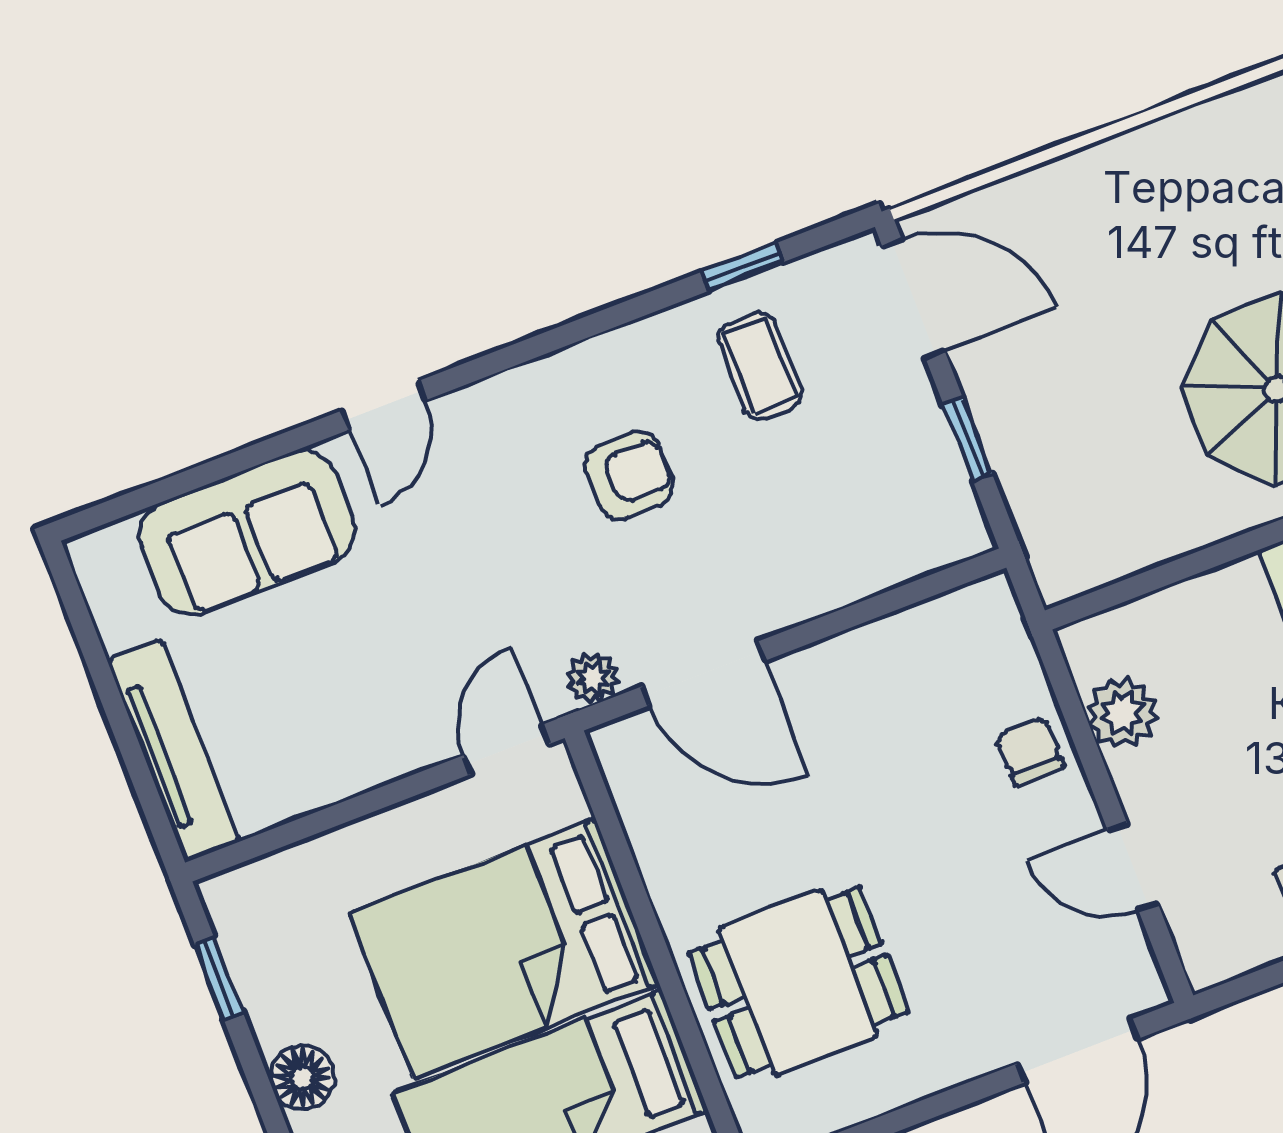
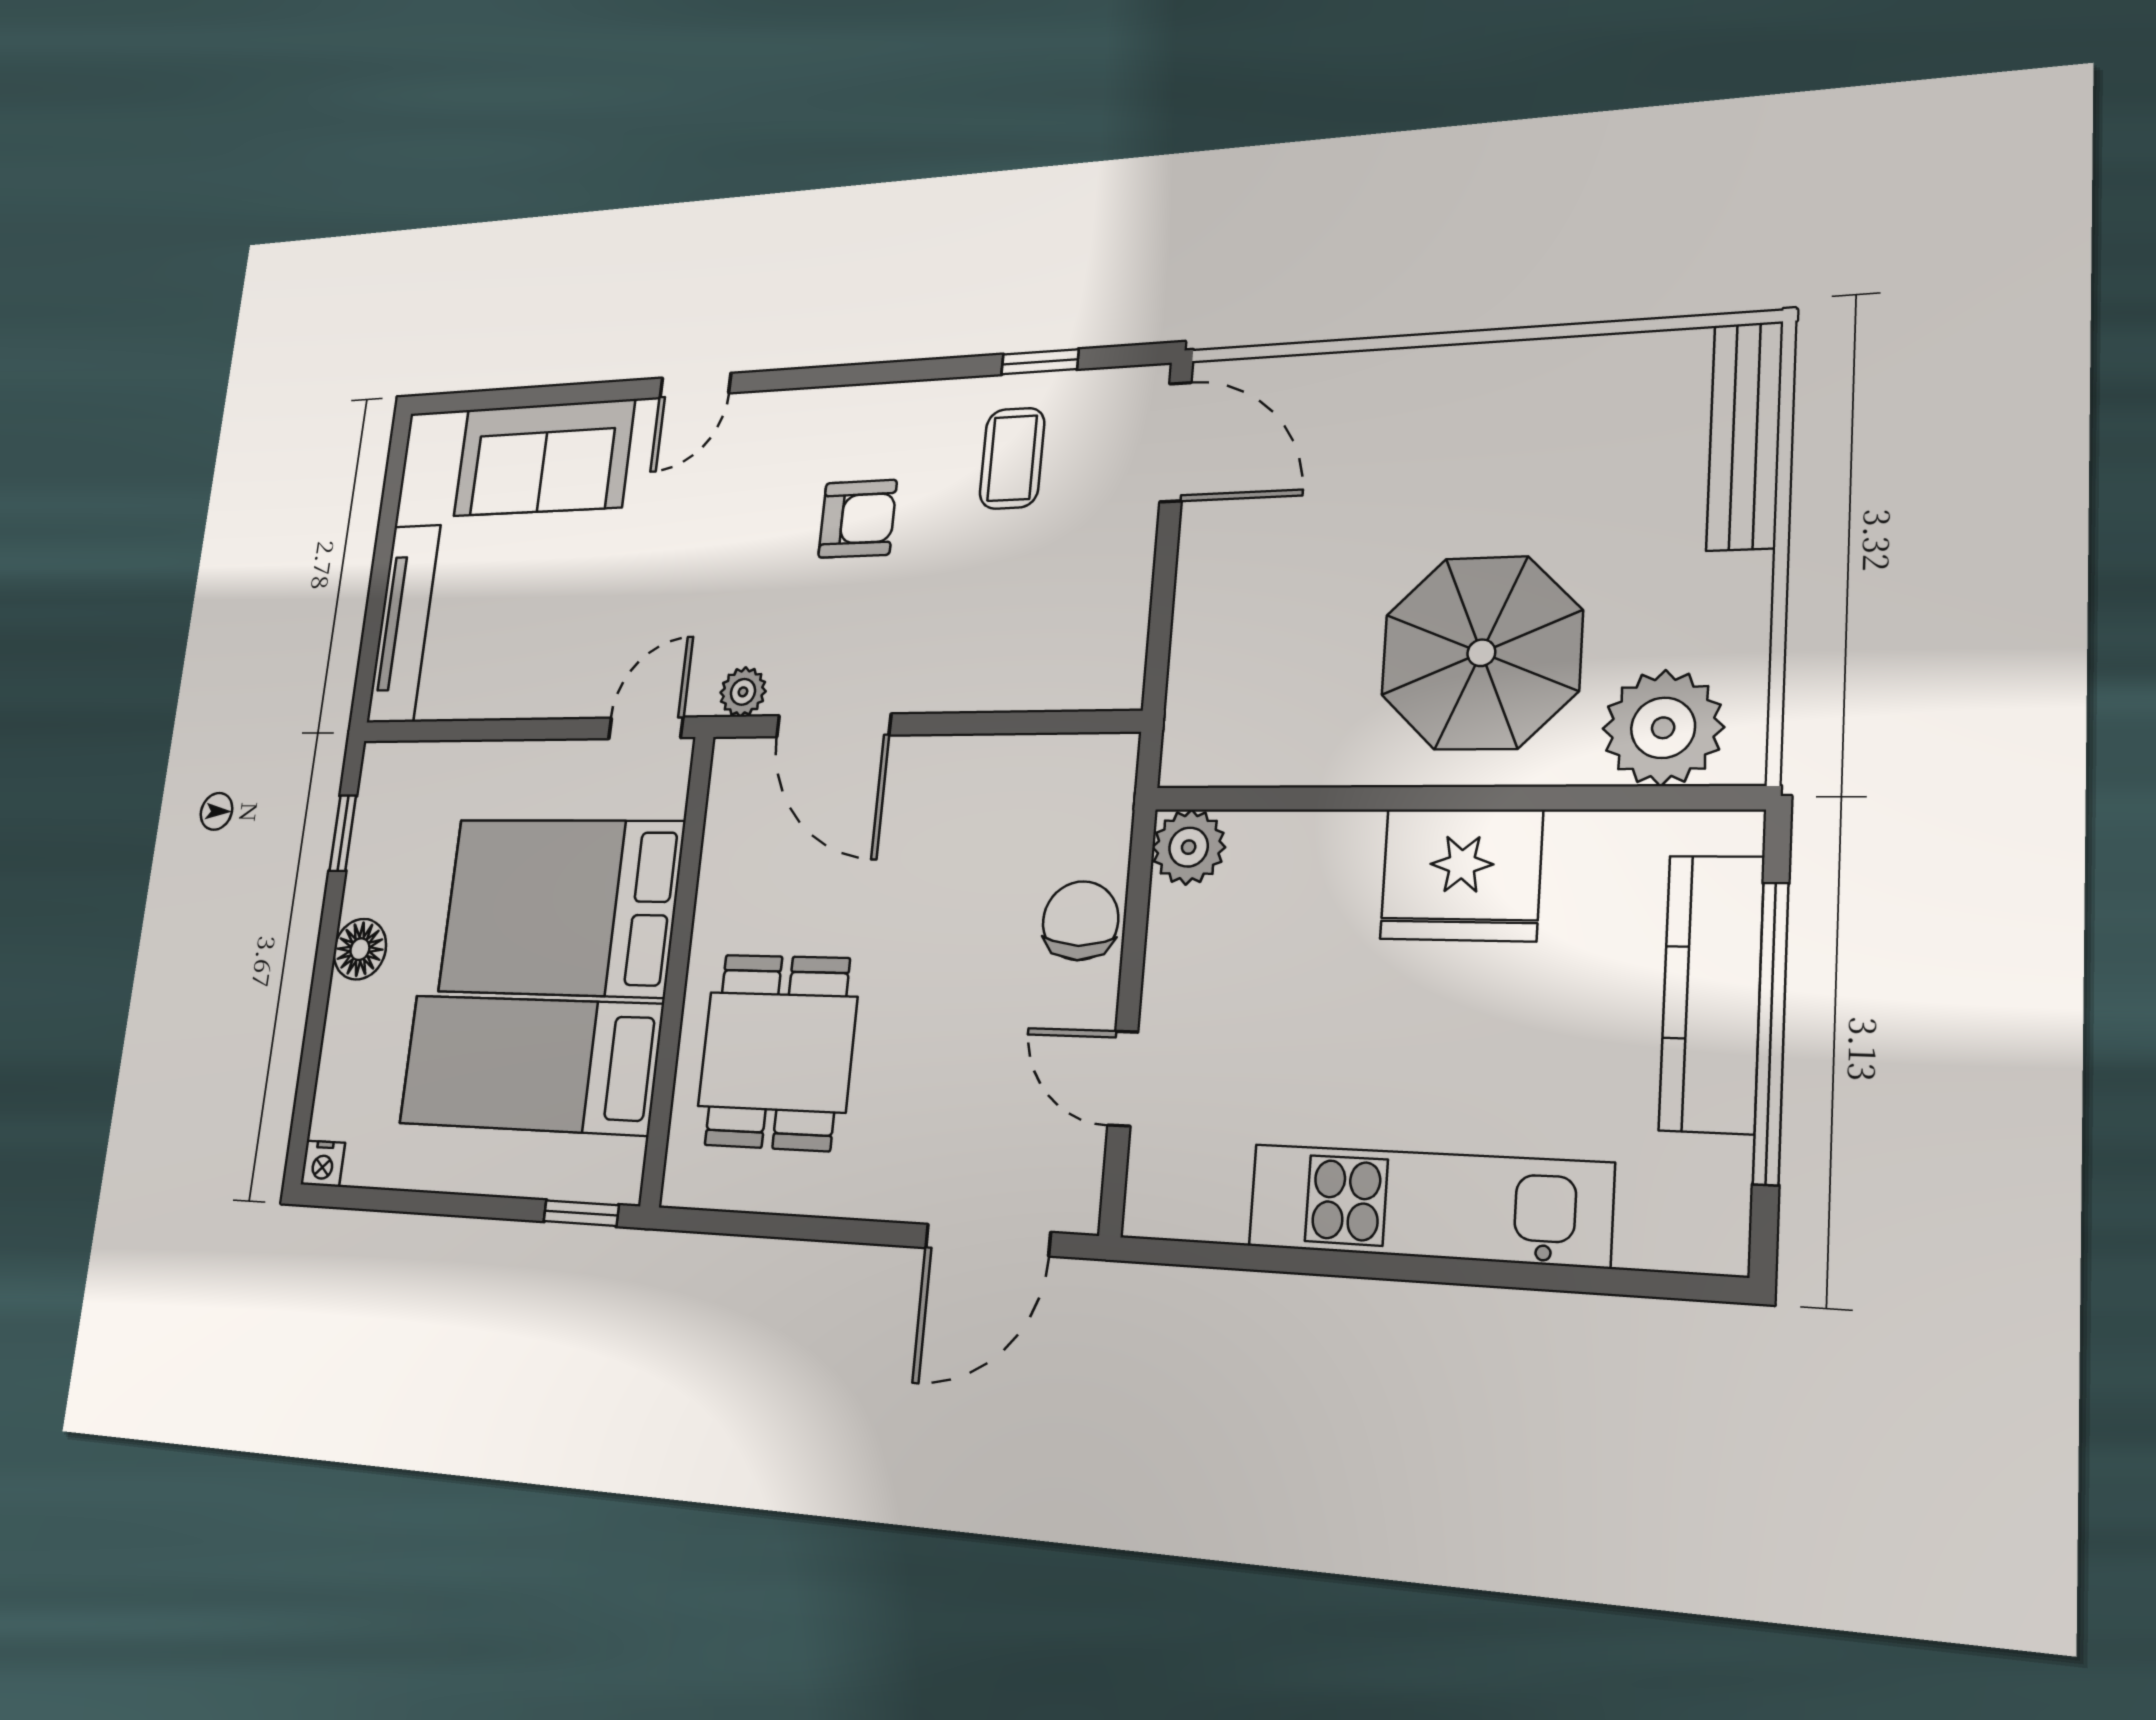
window: (968, 439) -> (1163, 594), removed
plant: (1122, 713) -> (1189, 847), moved
chair: (1030, 751) -> (1081, 921), width x1.37, depth x1.37
dining table: (798, 982) -> (777, 1052), turned 90

